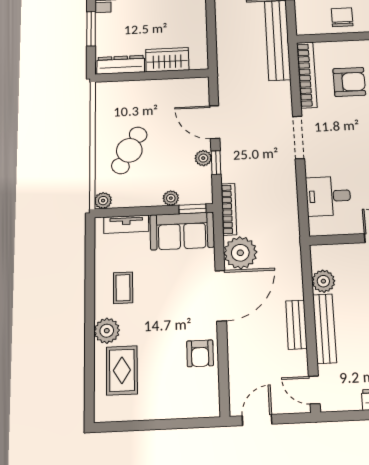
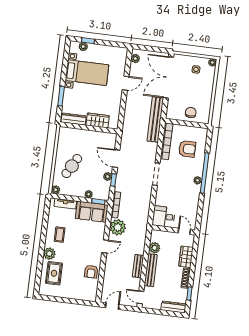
desk: (328, 196) -> (164, 217), moved
door: (221, 296) -> (105, 246), width x0.53

